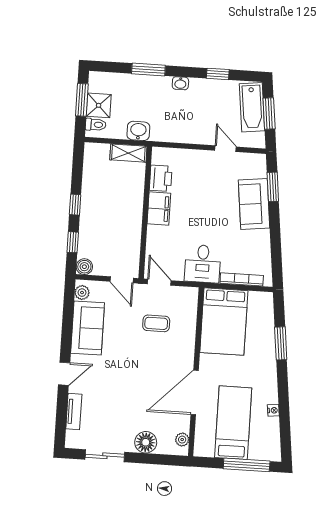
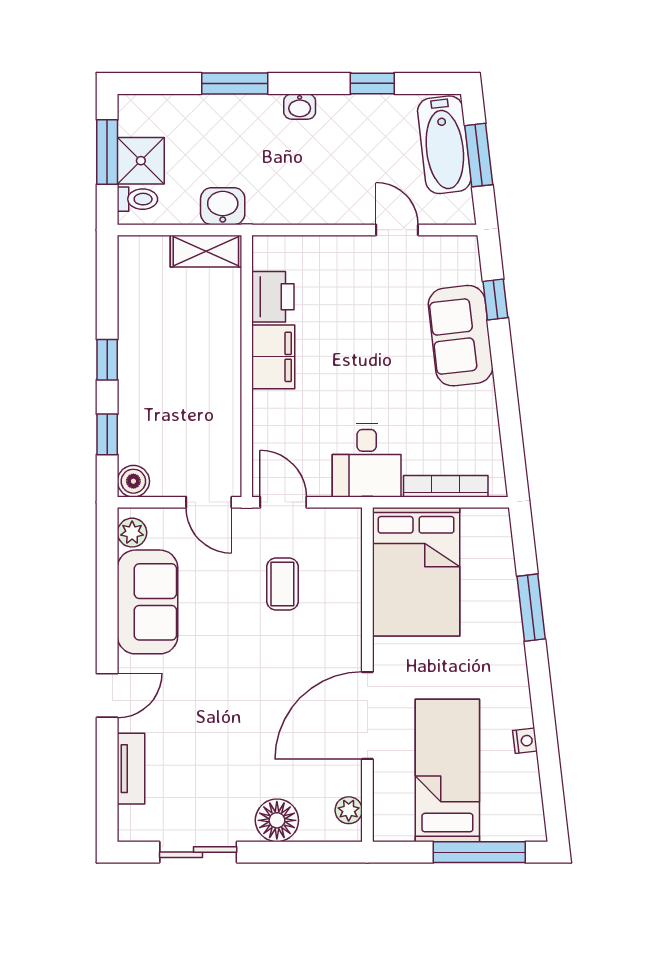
window: (273, 187) -> (495, 300), width x0.67
coffee table: (156, 323) -> (282, 584), turned 90

